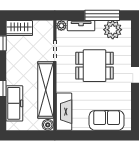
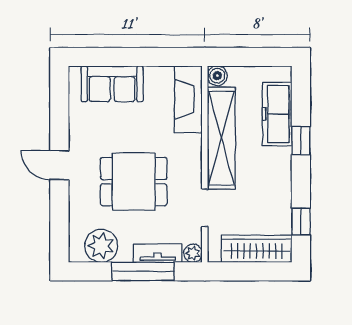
window: (102, 15) -> (143, 271), moved
wardrobe: (19, 28) -> (257, 249), width x1.50

